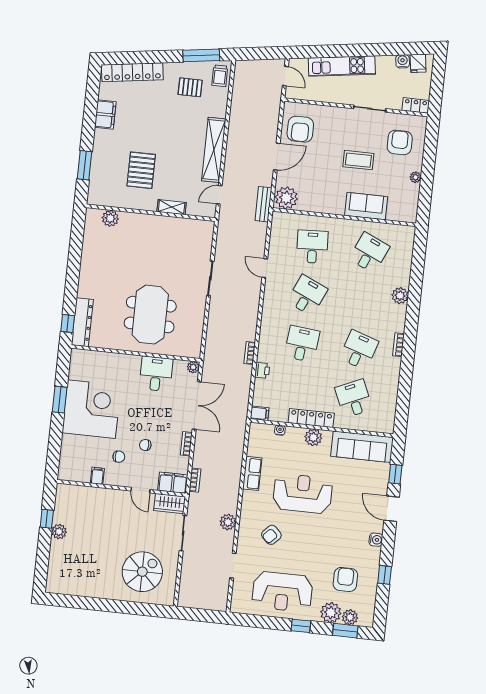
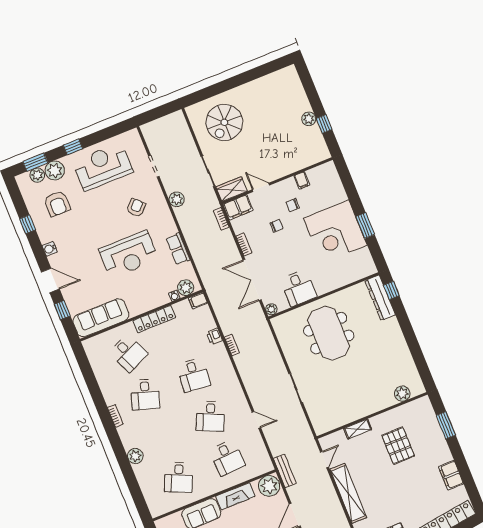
fireplace: (324, 205) -> (235, 496), added
plant: (313, 437) -> (186, 288), moved

